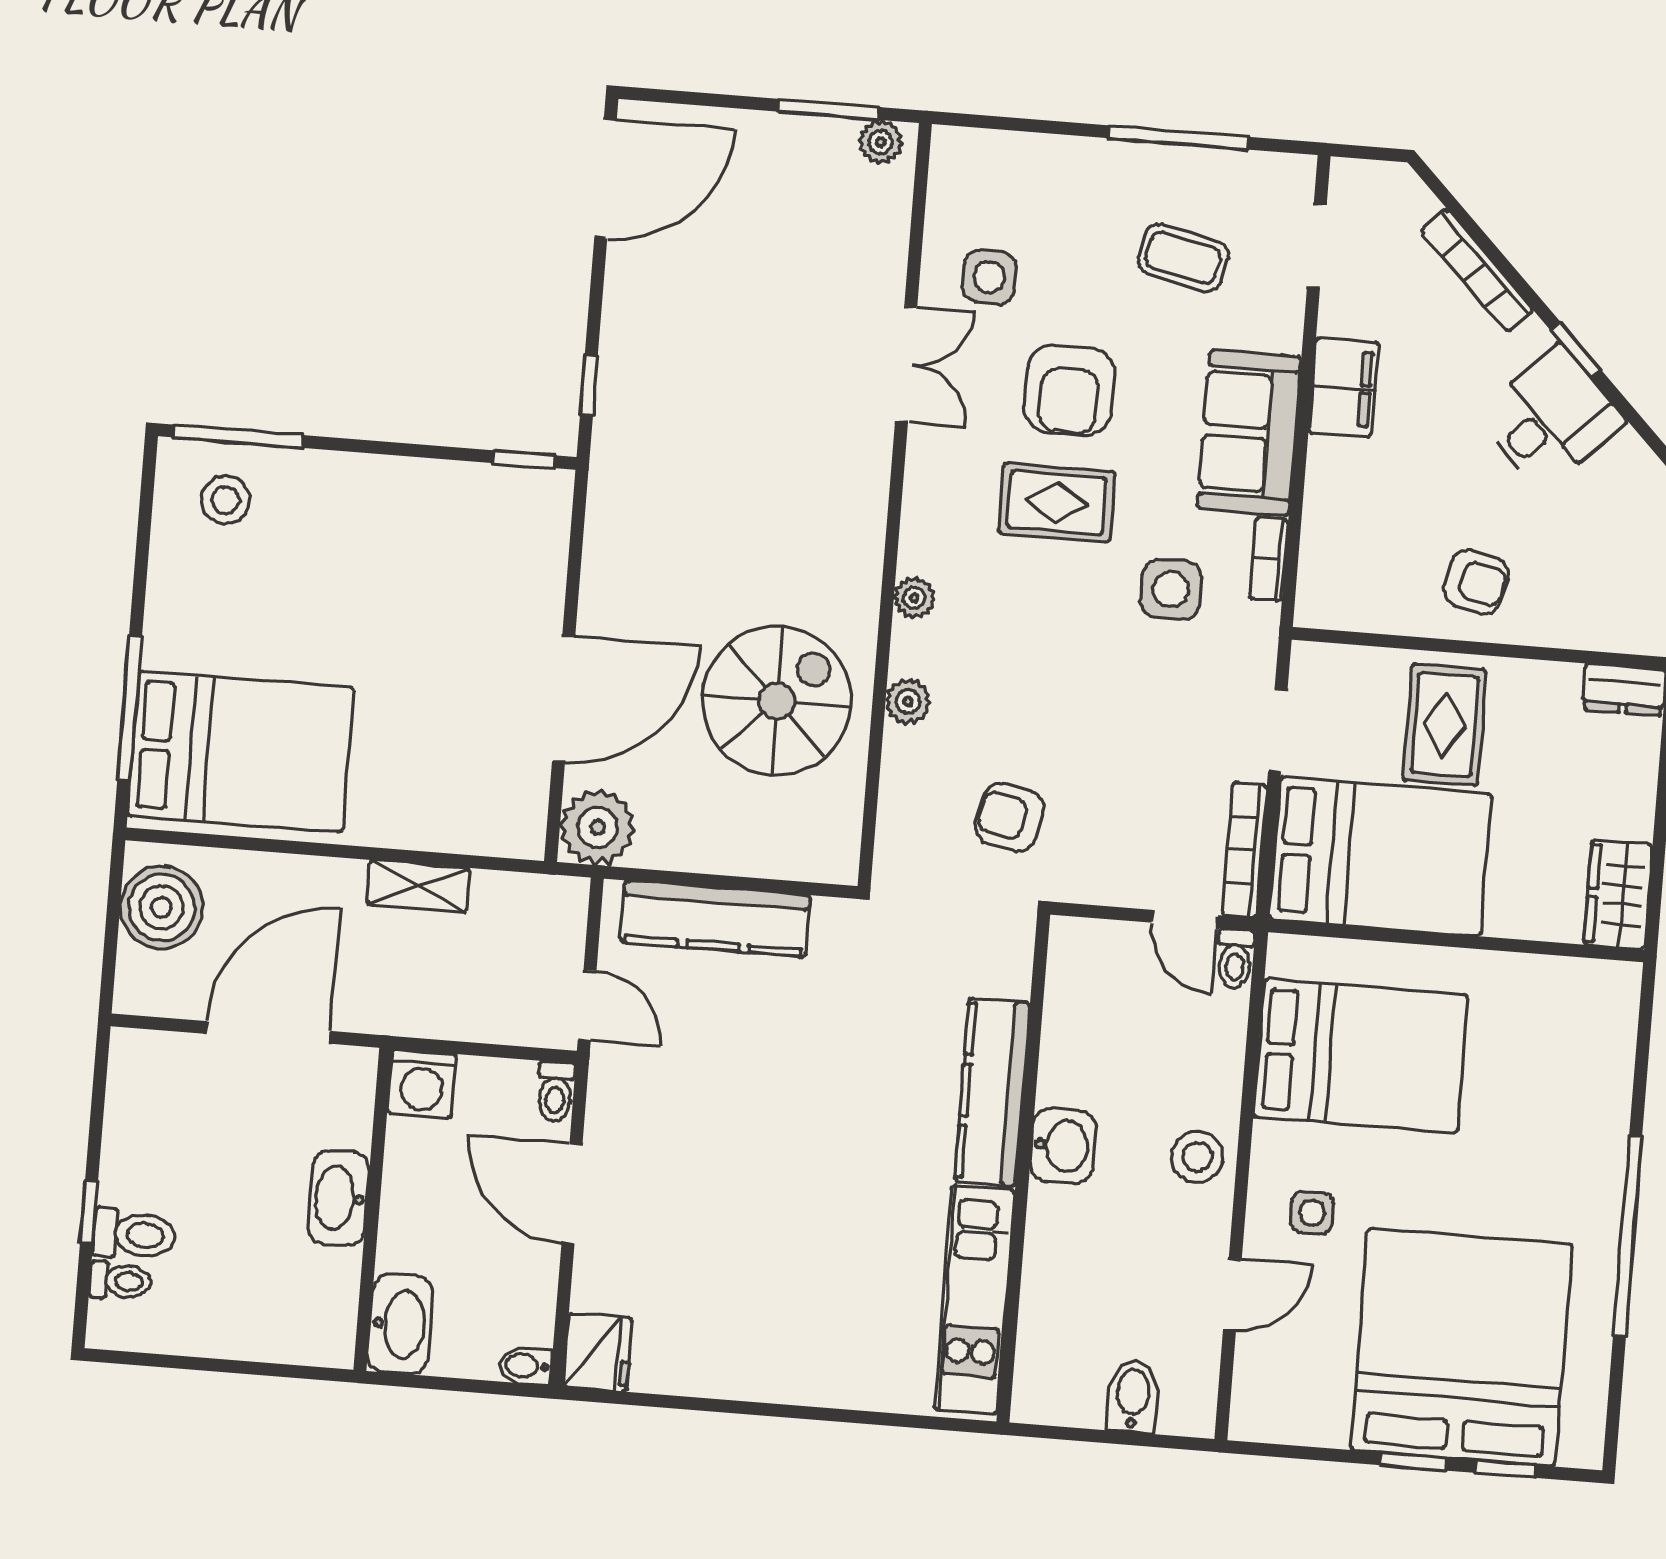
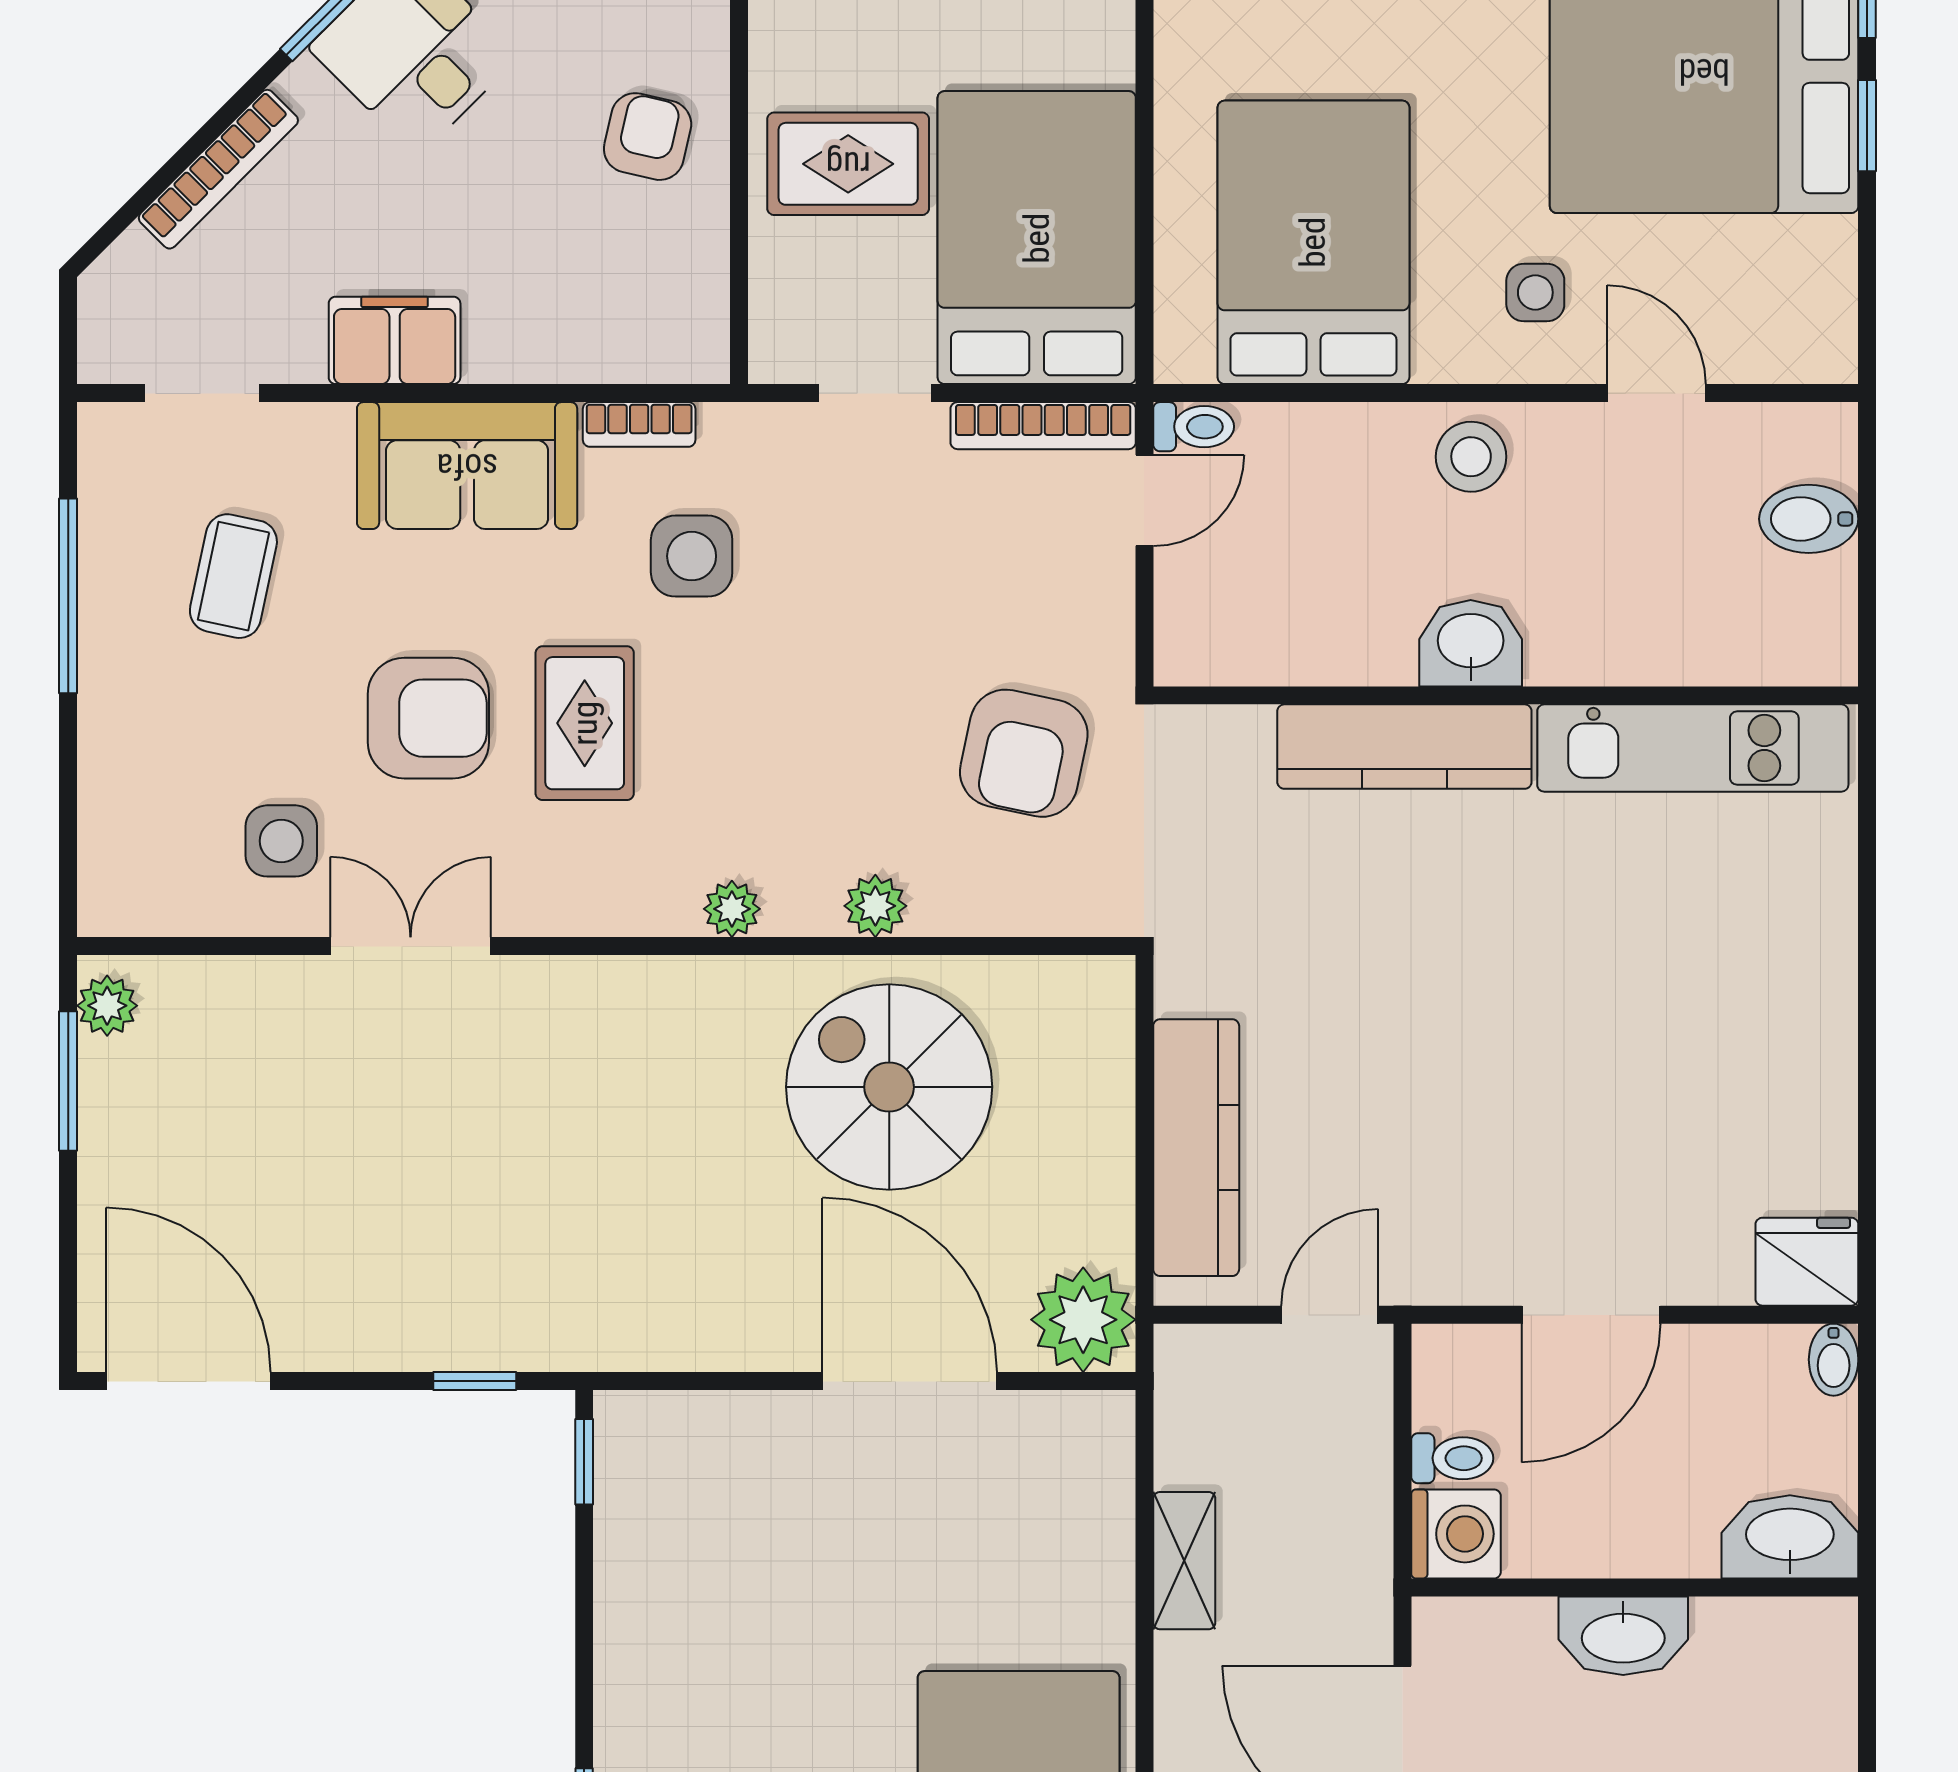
armchair: (1010, 817) -> (1024, 753), width x1.38, depth x1.38
toilet: (555, 1092) -> (1452, 1458), moved

